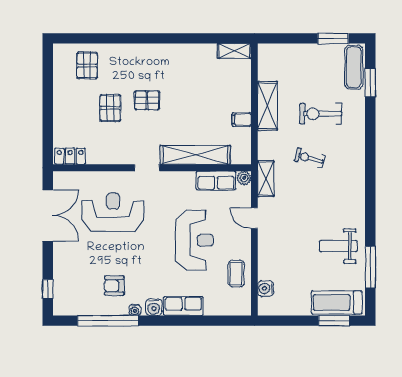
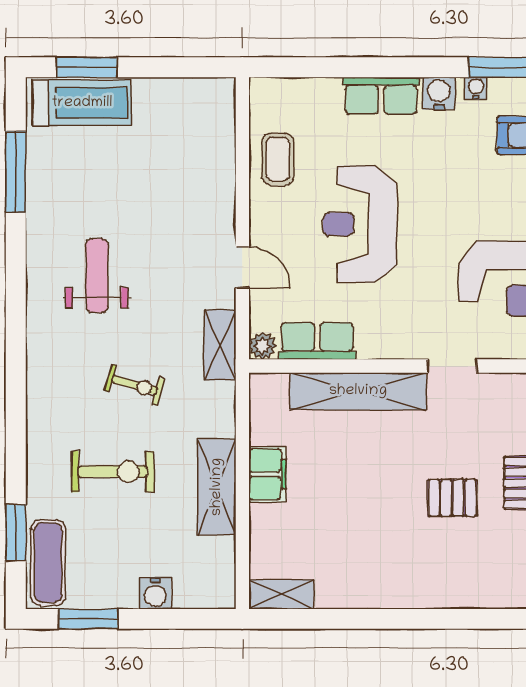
filing cabinet: (242, 119) -> (267, 474), width x2.00
weight bench: (338, 246) -> (97, 275), moved, turned -90
water cooler: (266, 288) -> (155, 593), moved, turned 90

